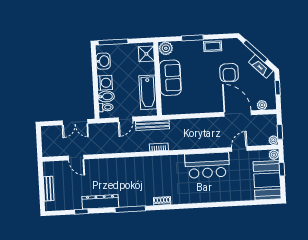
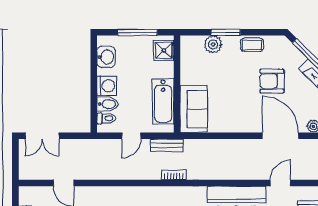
window: (113, 42) -> (137, 32), moved
plant: (166, 48) -> (213, 44), moved
armchair: (229, 73) -> (272, 81), turned 90
sofa: (170, 78) -> (194, 109), moved
double door: (75, 122) -> (42, 136), moved
bench: (152, 125) -> (167, 145), width x0.73

